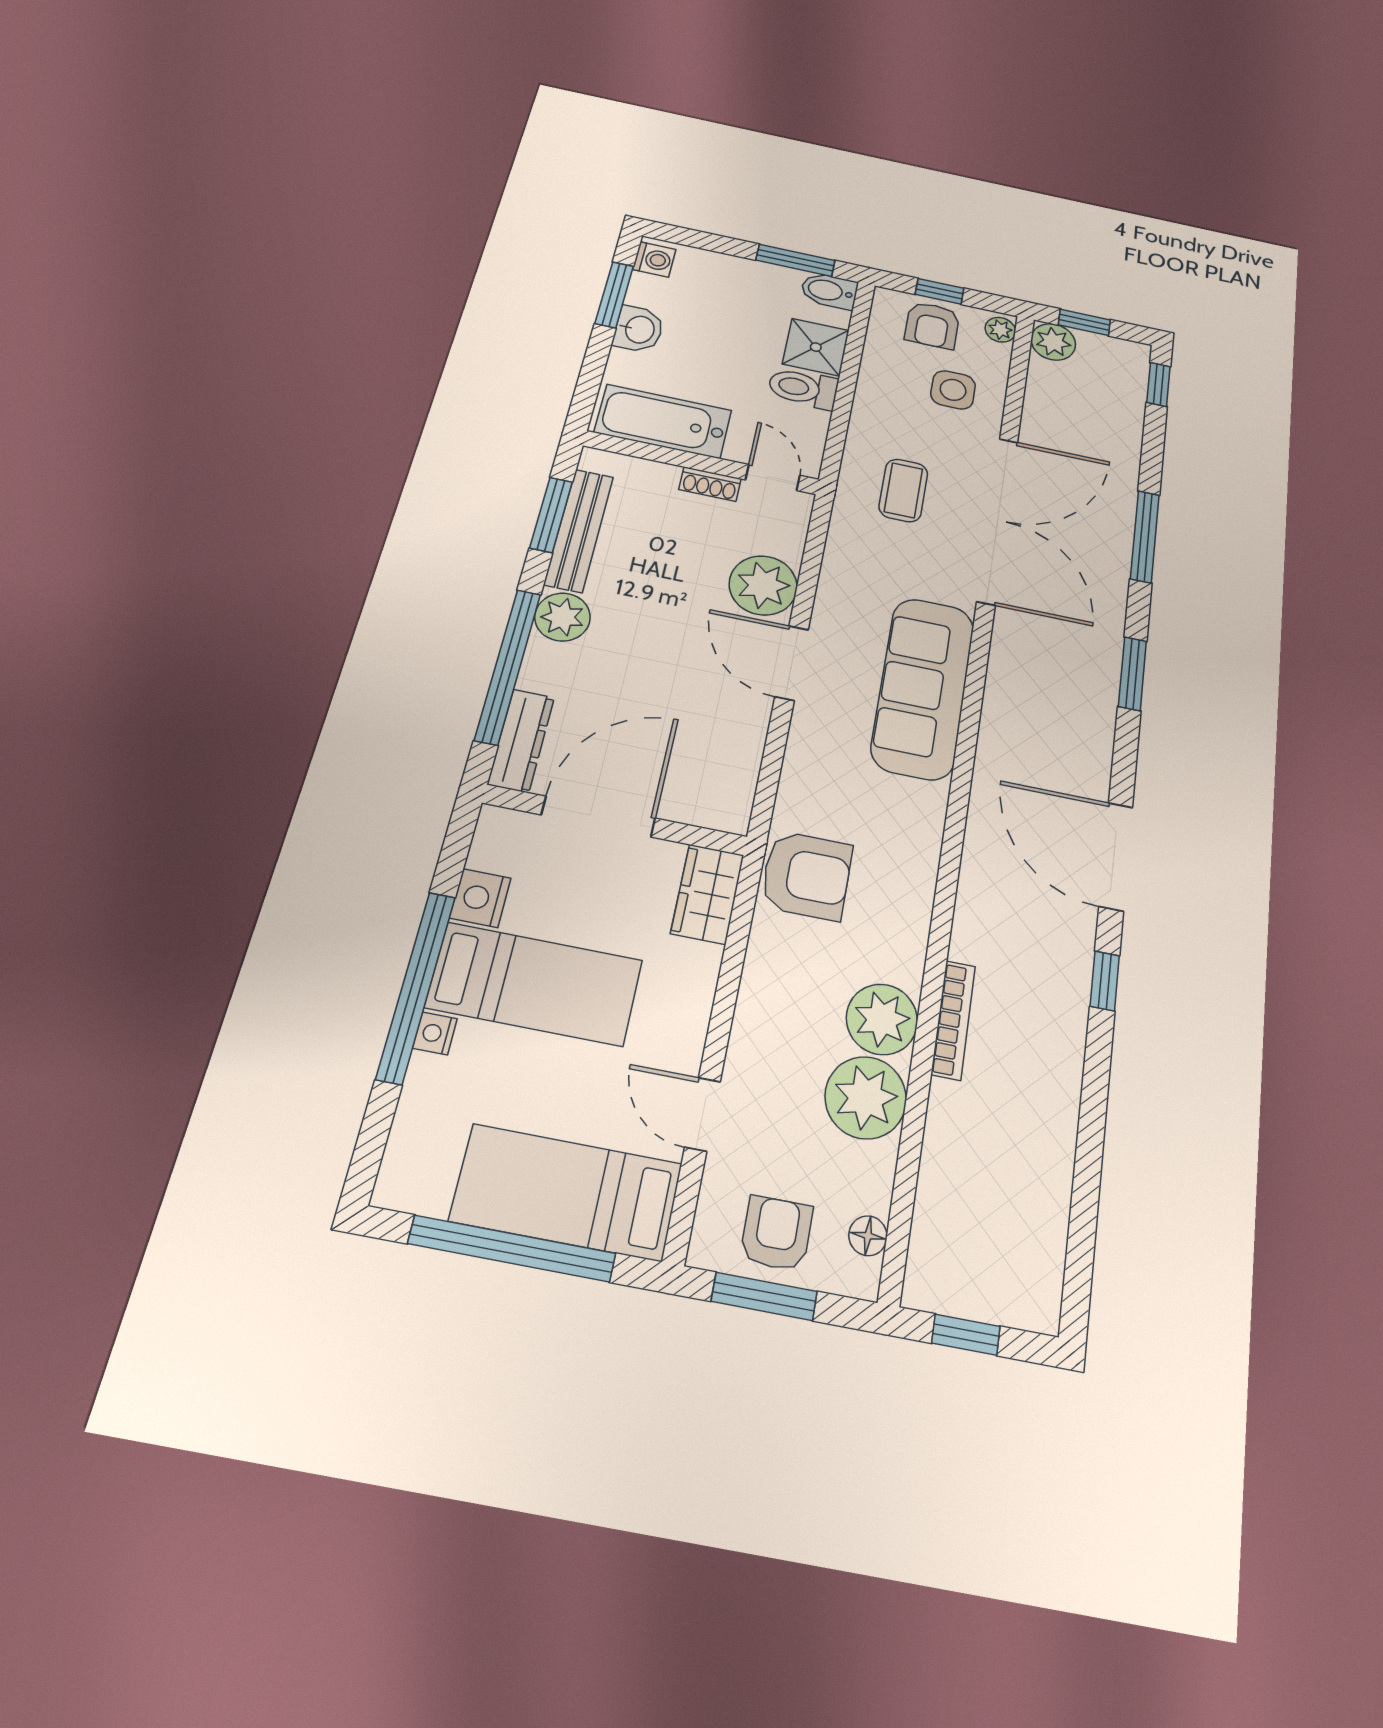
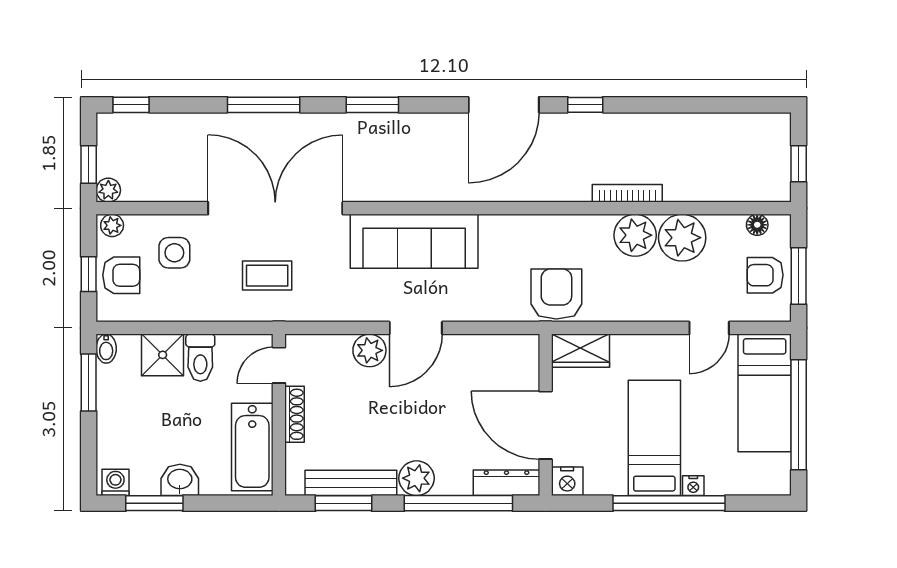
bidet: (829, 291) -> (106, 349), width x0.72, depth x0.74
plant: (1053, 342) -> (108, 190), width x0.73, depth x0.73
shoe rack: (710, 484) -> (294, 414), width x1.43
plant: (763, 585) -> (369, 350), width x0.73, depth x0.73
nightstand: (480, 898) -> (567, 481), moved

